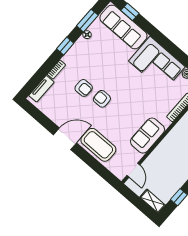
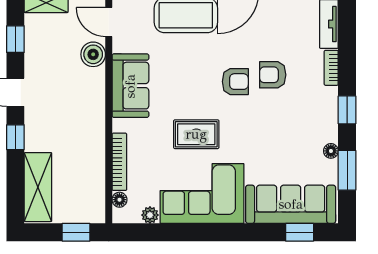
rug: (138, 91) -> (196, 134), added
boiler: (152, 162) -> (93, 54), added

